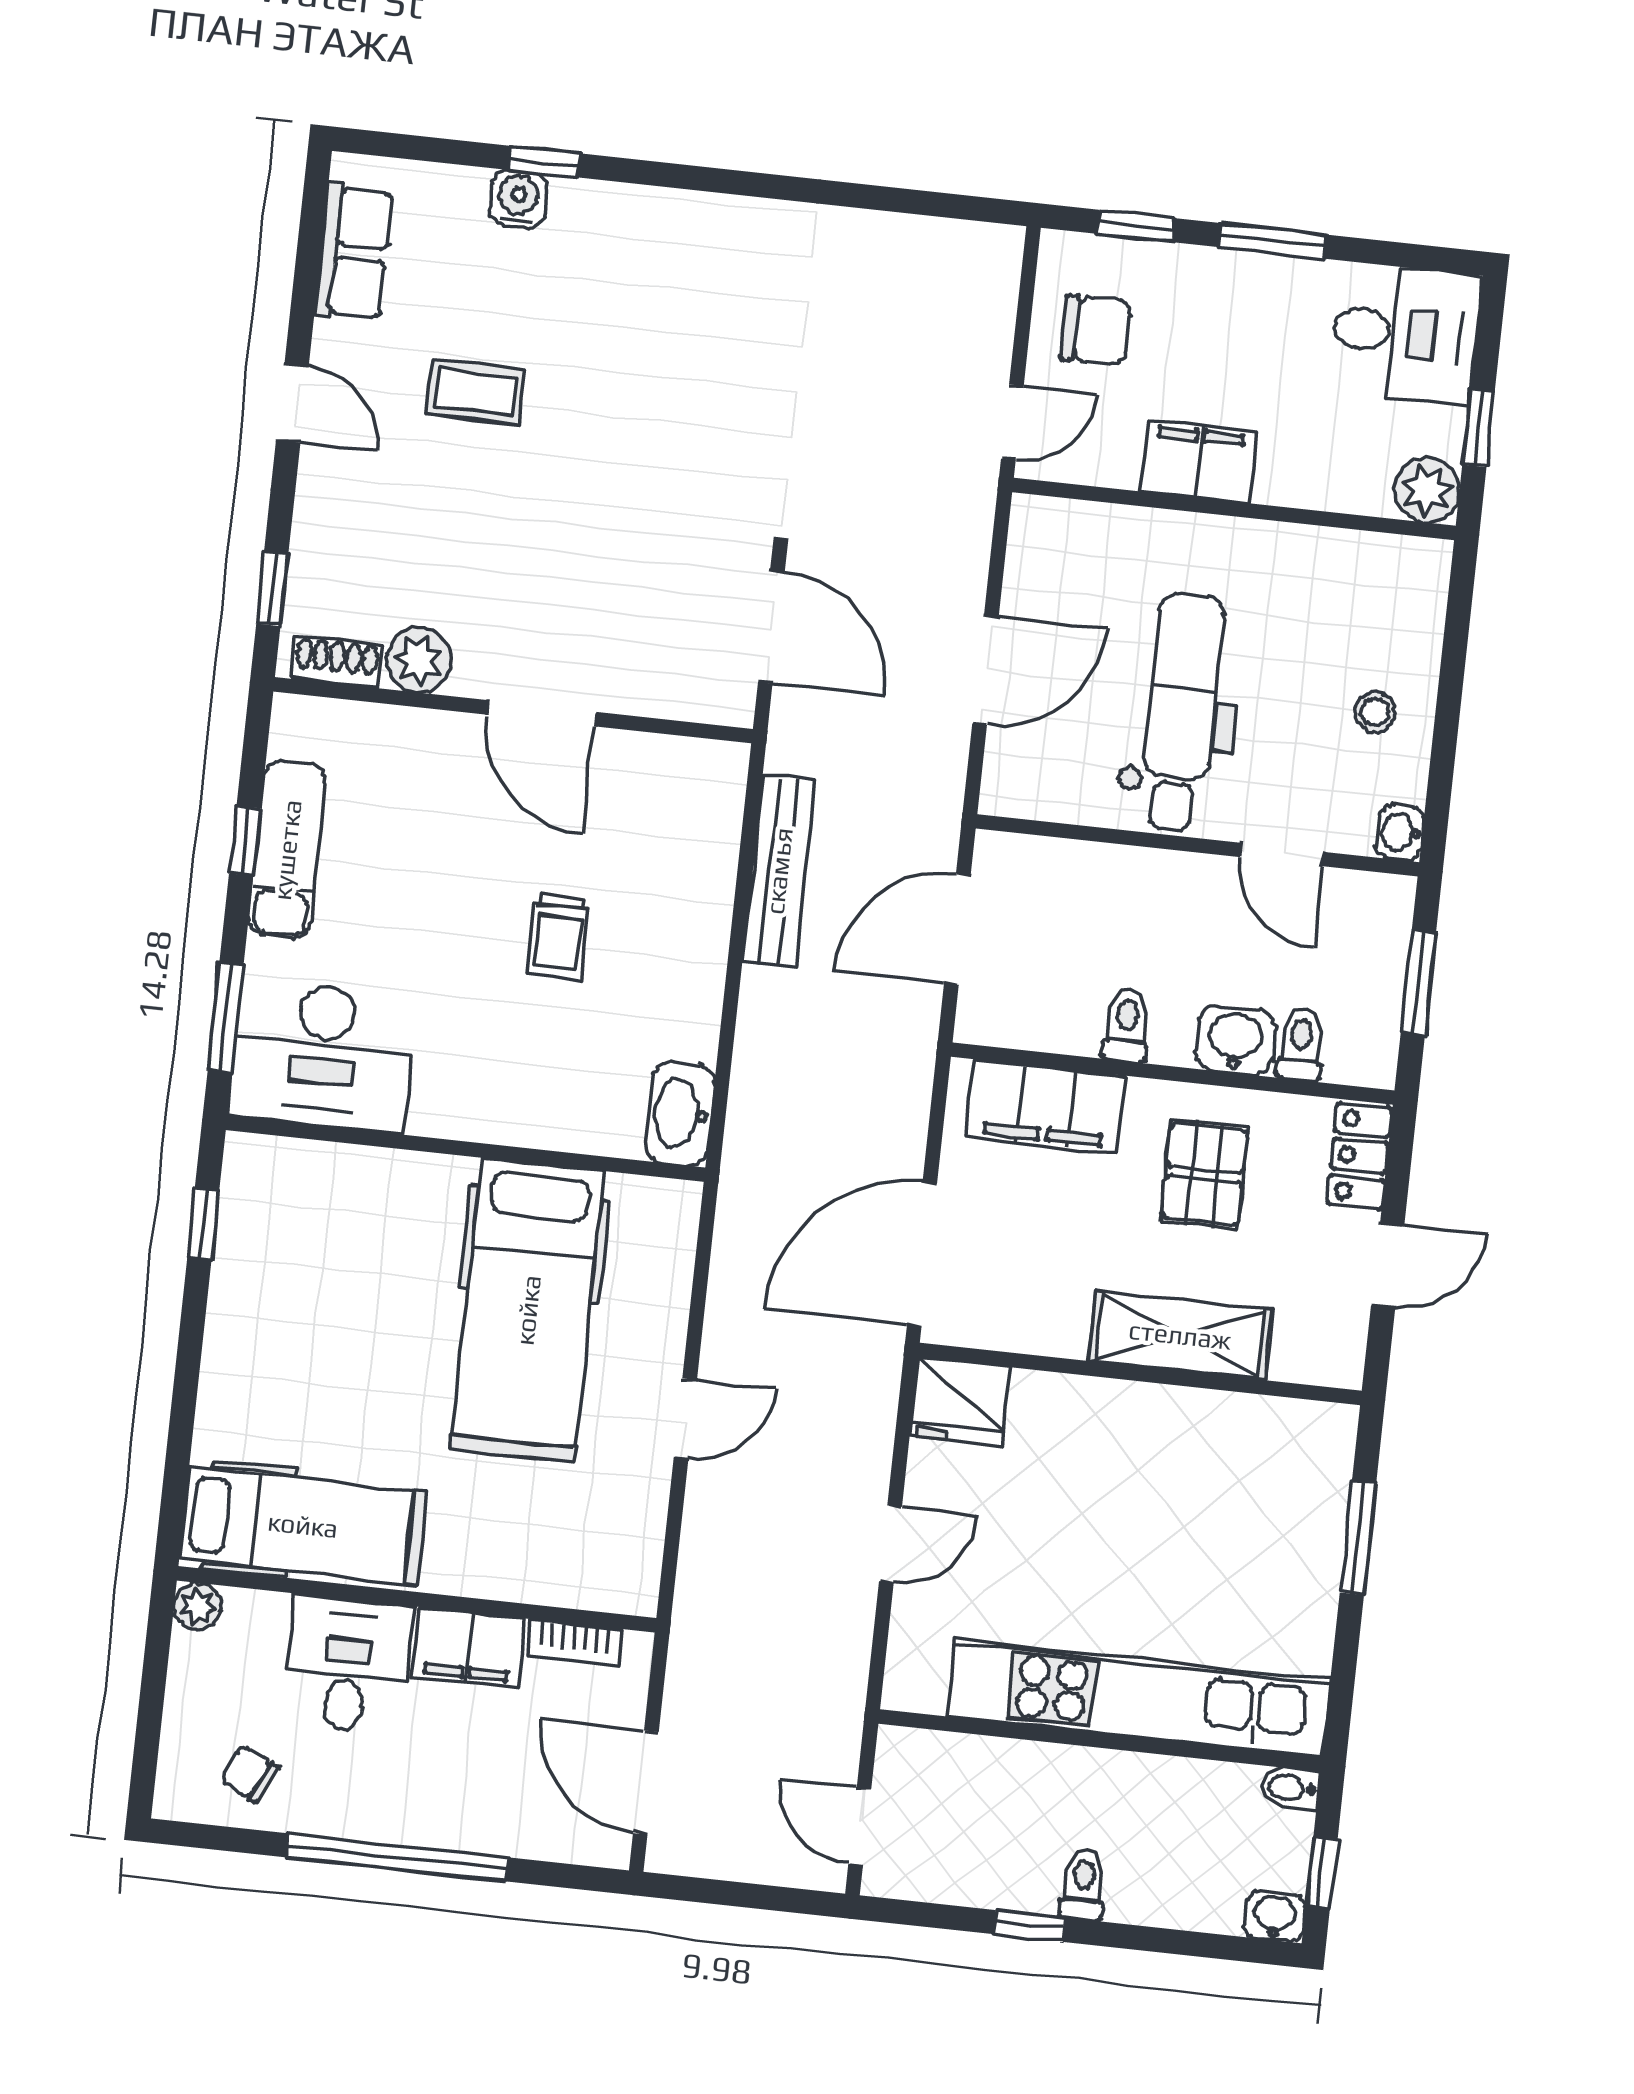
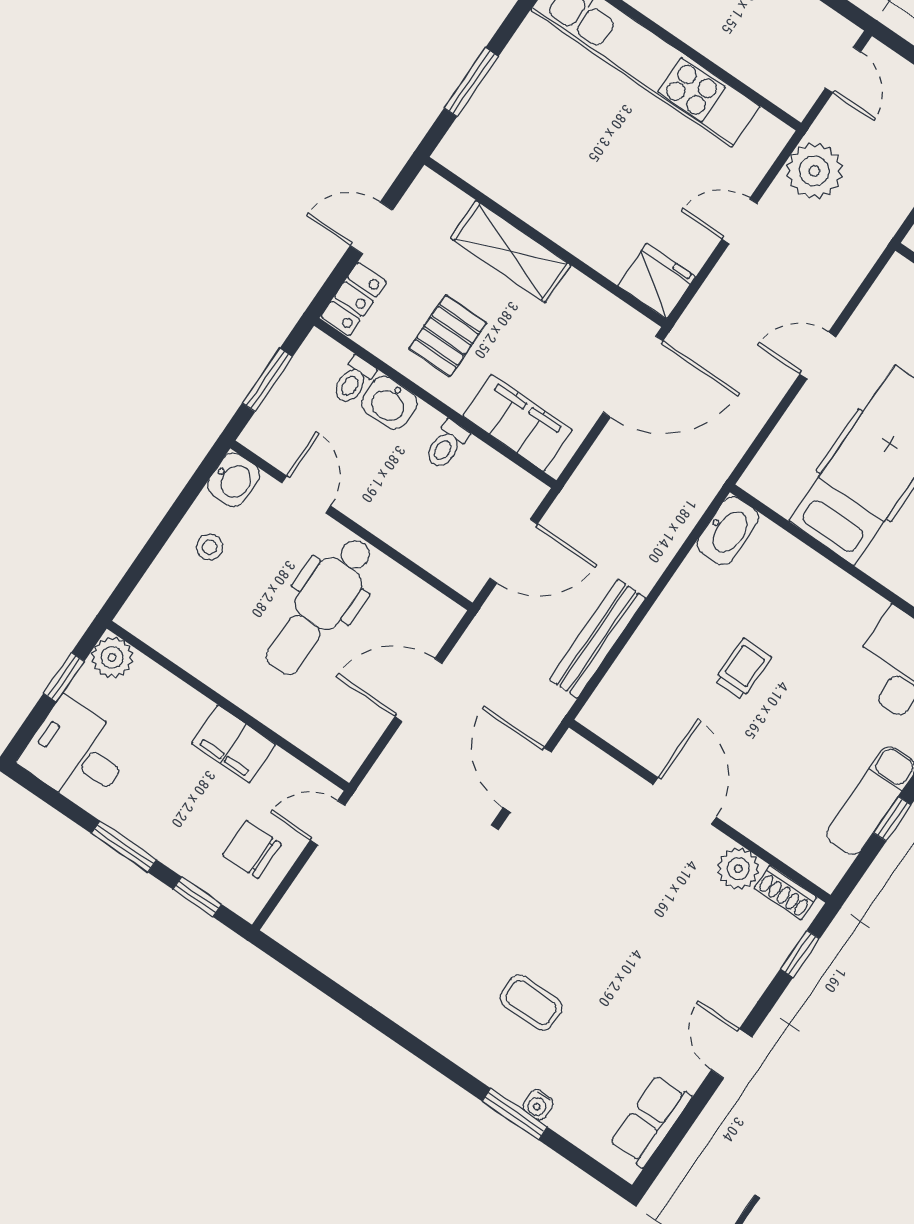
window: (544, 162) -> (515, 1114), width x1.50
water cooler: (518, 199) -> (538, 1105), width x0.72, depth x0.72
coffee table: (476, 392) -> (531, 1003), moved
washbasin: (1400, 833) -> (233, 480), width x1.38, depth x1.45
plant: (825, 1668) -> (814, 171), added

